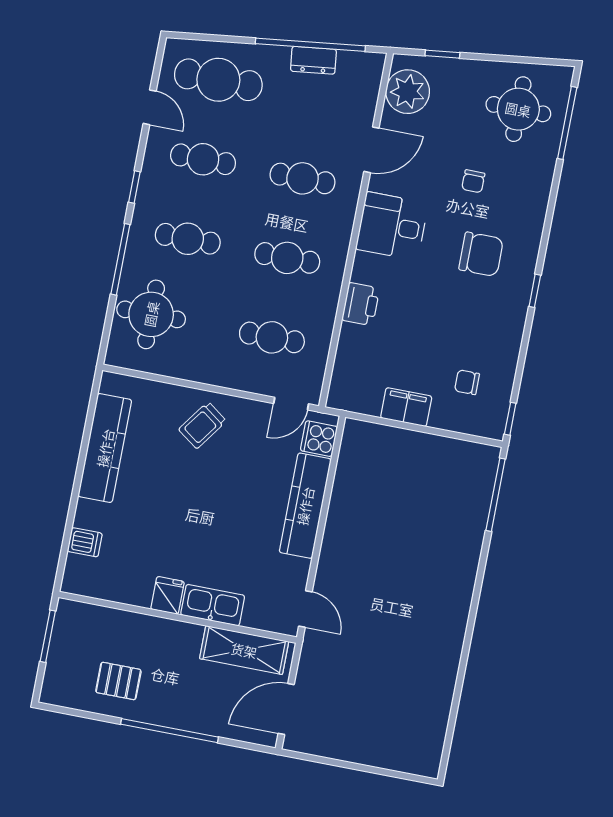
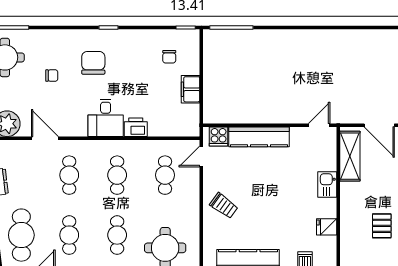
desk: (392, 226) -> (106, 118), moved
door: (291, 404) -> (201, 157), swing flipped
fridge: (168, 595) -> (327, 227), moved
kitchen sink: (213, 605) -> (327, 184), width x0.73

